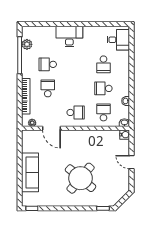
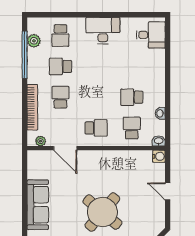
desk: (69, 36) -> (103, 31), moved
school desk: (103, 64) -> (60, 36), moved

